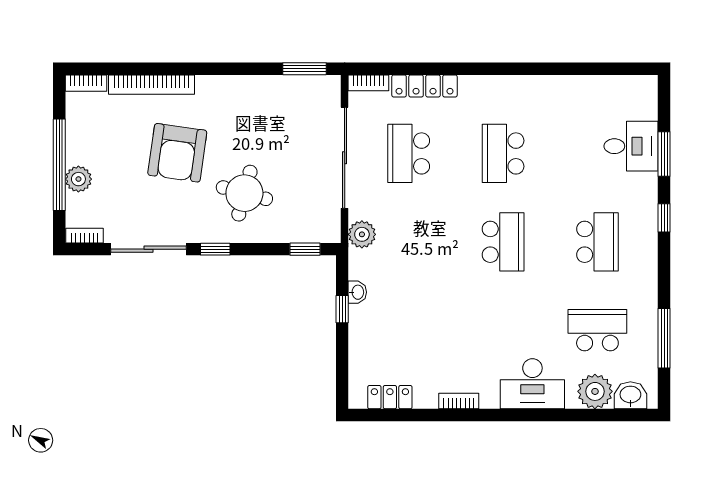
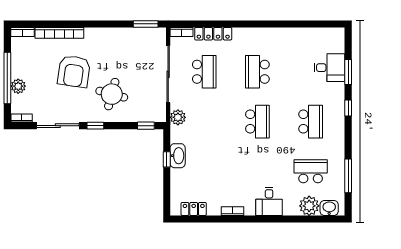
school desk: (409, 153) -> (204, 72), turned 180
washbasin: (357, 292) -> (178, 156), width x1.91, depth x1.45
desk: (532, 384) -> (269, 201), width x0.73

